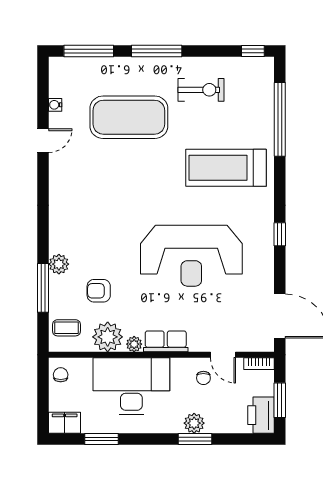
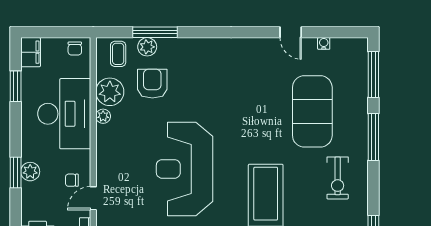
plant: (59, 264) -> (147, 47), moved
armchair: (99, 291) -> (152, 84), width x1.38, depth x1.38
row of seats: (166, 341) -> (106, 145), removed
chair: (61, 375) -> (75, 48), turned 90

